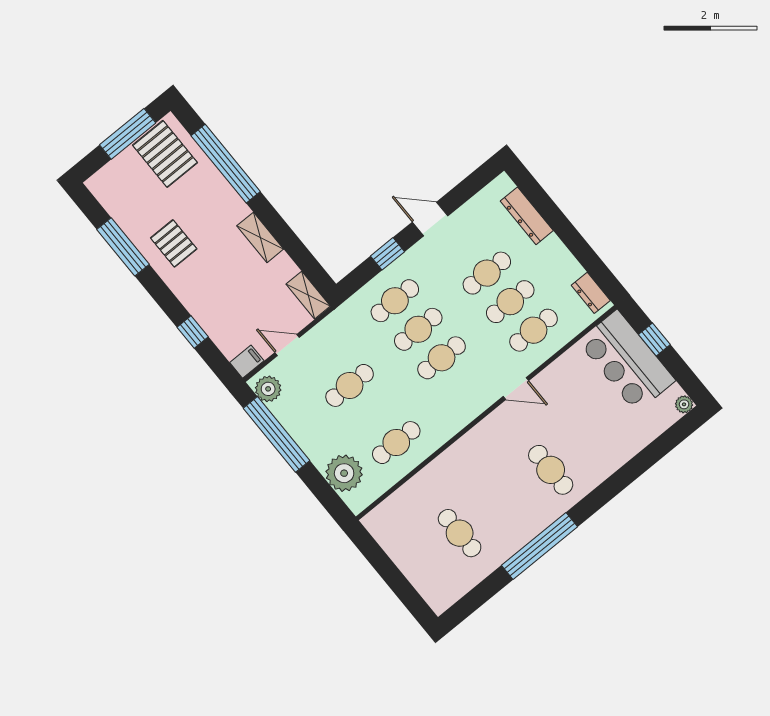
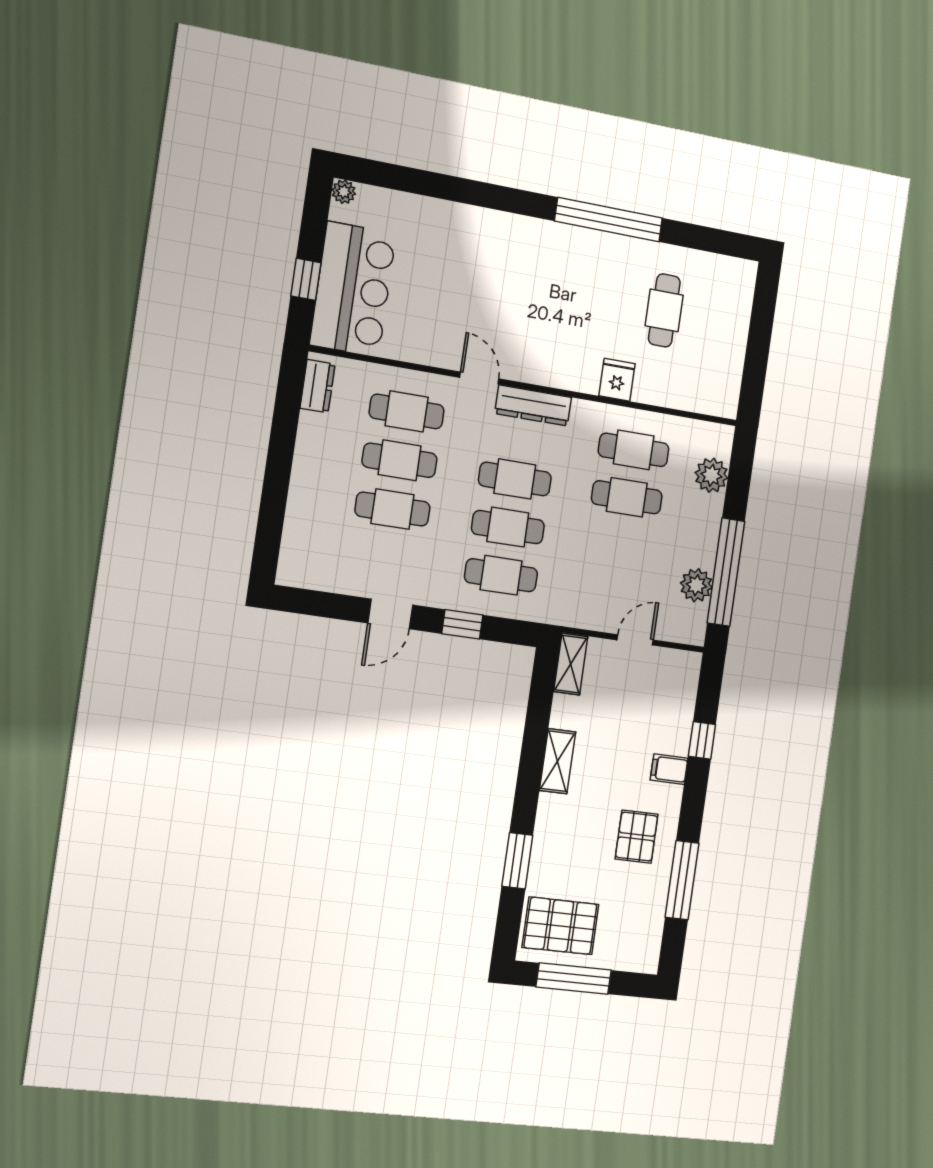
pallet: (165, 154) -> (560, 926), turned 90
window: (226, 164) -> (517, 861), width x0.47
dresser: (527, 216) -> (533, 405), moved, turned 90
door: (430, 219) -> (390, 614), hinge flipped
door: (287, 345) -> (635, 640), swing flipped
filing cabinet: (247, 362) -> (669, 769), moved
cafe table: (350, 385) -> (627, 497), moved
plant: (268, 389) -> (696, 585), moved
fridge: (445, 469) -> (617, 380), added
cafe table: (551, 470) -> (527, 273), removed
plant: (344, 473) -> (711, 475), width x0.73, depth x0.73

